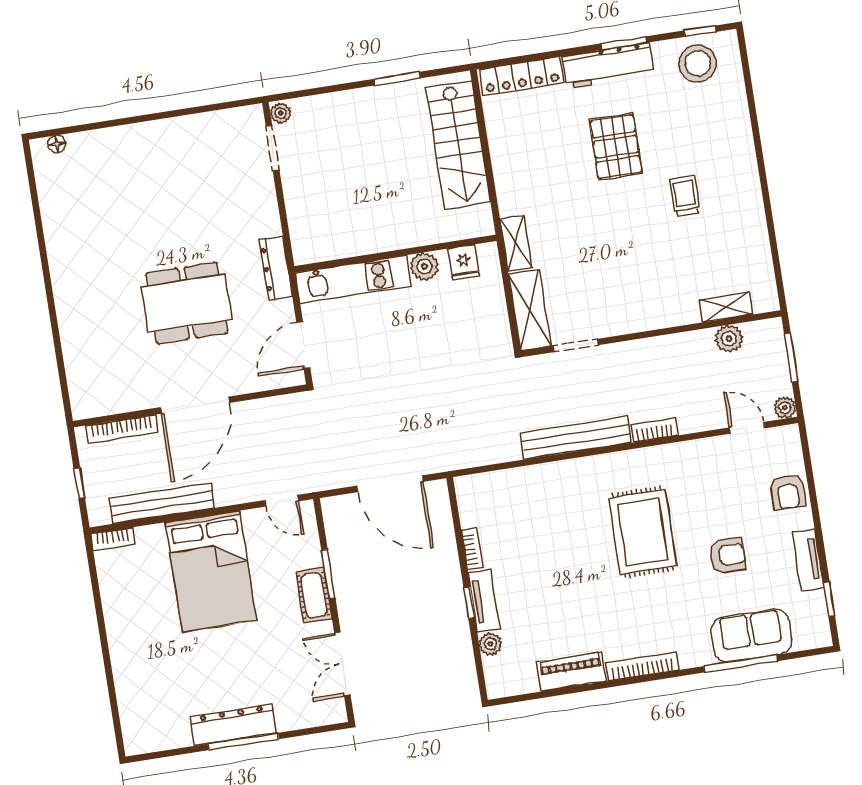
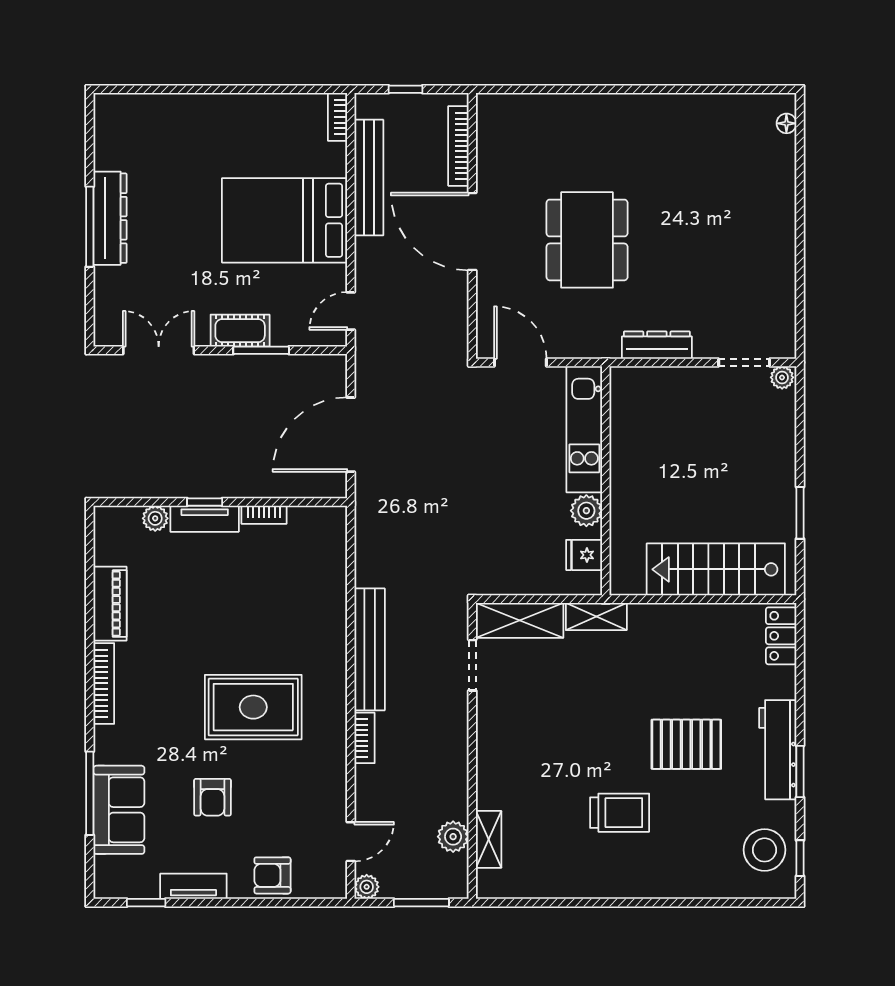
locker: (521, 76) -> (781, 636), width x0.66
trolley: (685, 196) -> (620, 813), width x1.36, depth x1.39
dresser: (276, 268) -> (657, 345), moved

